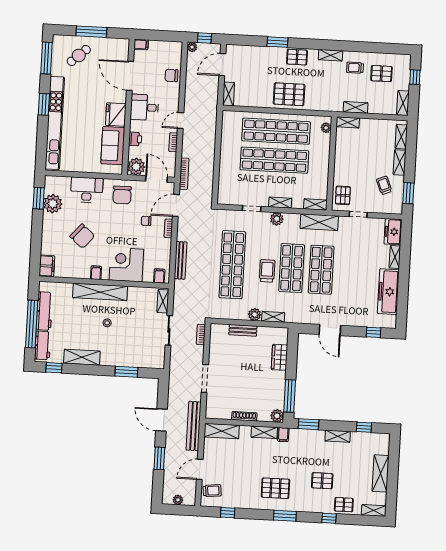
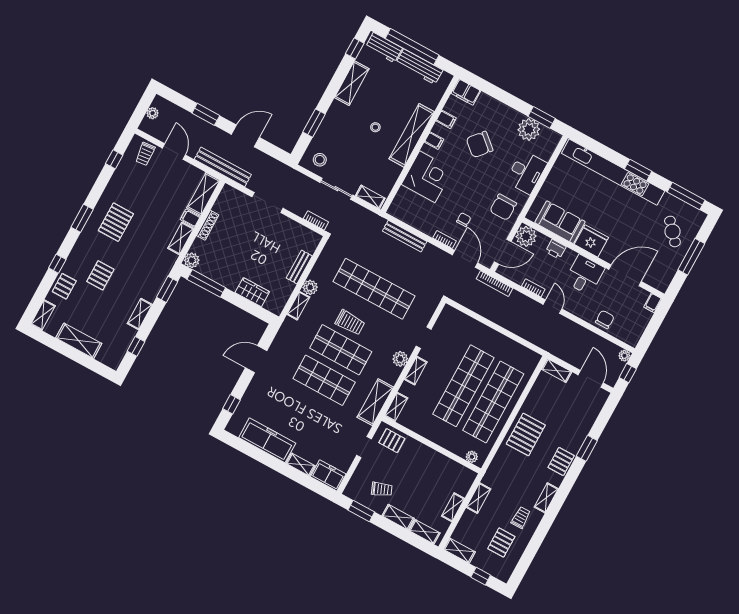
shelving: (348, 122) -> (453, 507), moved
chair: (122, 195) -> (503, 207), turned -90
filing cabinet: (159, 276) -> (446, 119), moved
stool: (153, 354) -> (320, 160), added
filing cabinet: (283, 435) -> (190, 218), moved

